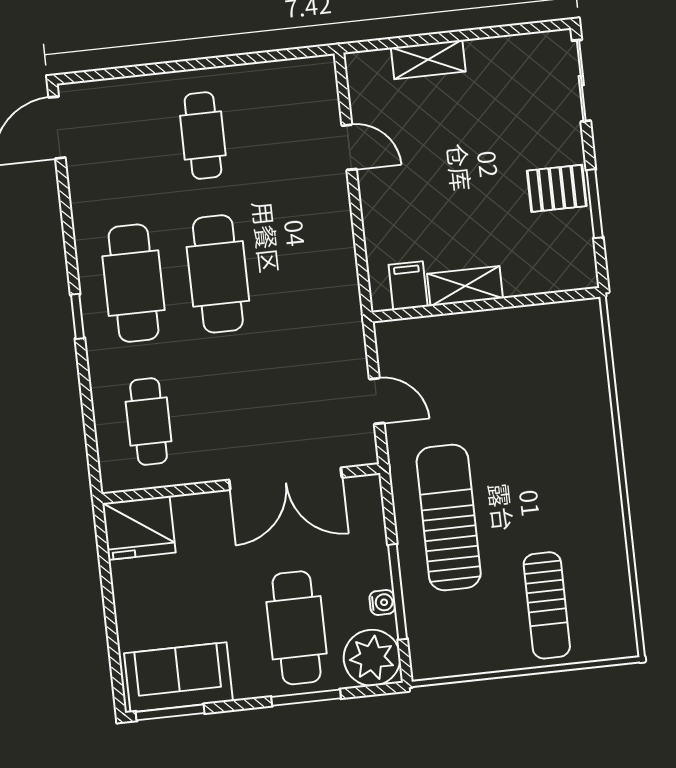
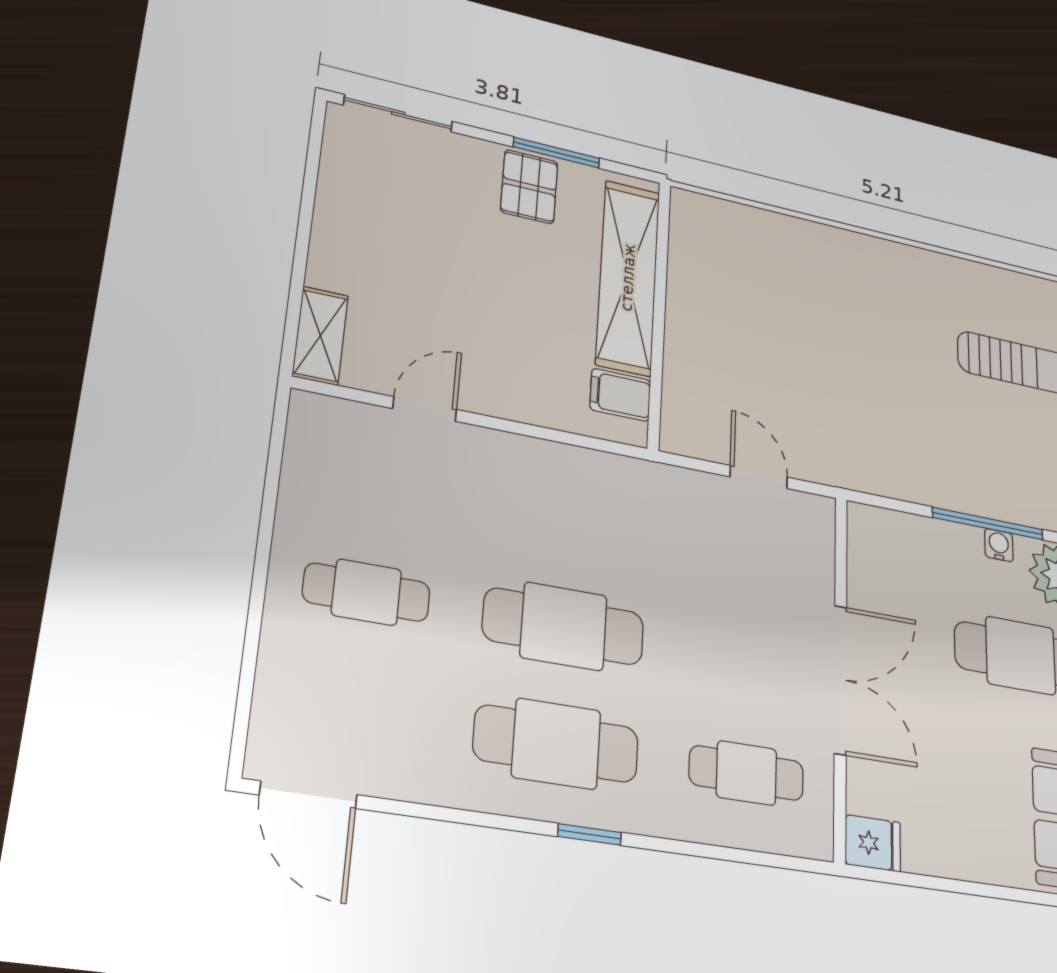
shelving: (428, 60) -> (320, 336), moved
shelving: (465, 286) -> (628, 277), width x2.20, depth x1.33
door: (377, 401) -> (759, 477), hinge flipped
double door: (285, 479) -> (840, 679), moved
sun lounger: (449, 518) -> (908, 438), removed
fridge: (139, 528) -> (873, 843), width x0.53, depth x0.75

